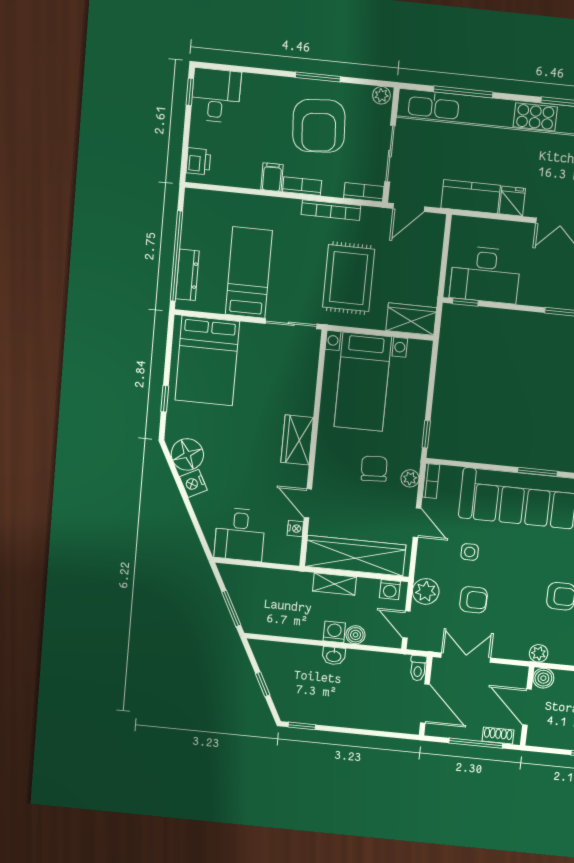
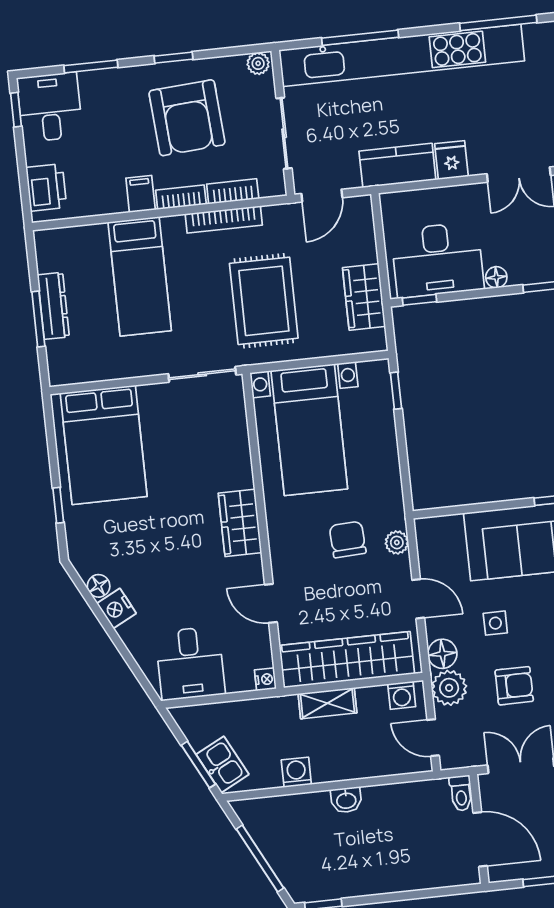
window: (253, 70) -> (91, 66), added
window: (318, 77) -> (173, 58), width x0.67
printer: (198, 161) -> (46, 187), width x1.36, depth x1.24
bookcase: (364, 192) -> (233, 191), moved
window: (176, 256) -> (38, 319), width x0.47
bed: (249, 272) -> (140, 276), moved, turned 180
dresser: (187, 275) -> (53, 306), moved
floor lamp: (526, 297) -> (496, 277), added
wardrobe: (411, 319) -> (364, 297), moved, turned -90
window: (426, 434) -> (396, 391), moved
floor lamp: (187, 454) -> (99, 586), width x0.53, depth x0.53
bookcase: (431, 481) -> (425, 540), removed
nightstand: (295, 528) -> (265, 679), moved
floor lamp: (426, 566) -> (442, 654), added
kitchen sink: (249, 612) -> (222, 764), added
washing machine: (334, 632) -> (296, 772), moved
boiler: (356, 635) -> (369, 766), removed
window: (263, 684) -> (260, 859), width x2.17

